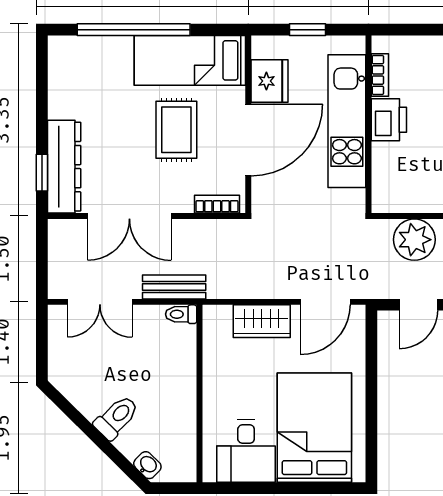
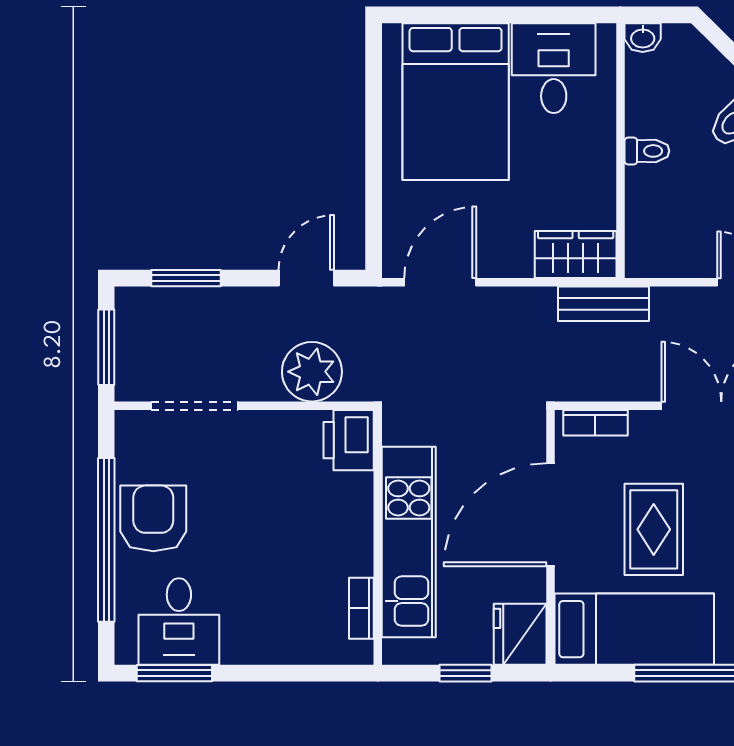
fridge: (269, 81) -> (520, 634), moved
printer: (389, 120) -> (349, 440), moved
bench: (174, 287) -> (604, 304), moved
toilet: (181, 314) -> (647, 151), moved
wardrobe: (262, 321) -> (576, 255), moved
washbasin: (147, 465) -> (643, 38), moved, turned -45

